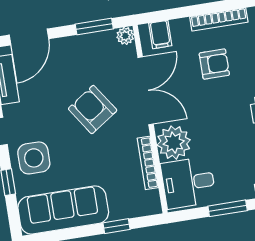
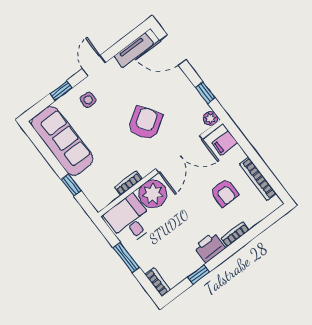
window: (94, 26) -> (205, 93), width x0.67
side table: (34, 158) -> (88, 100), width x0.54, depth x0.54
bookcase: (148, 163) -> (128, 183), width x0.64

